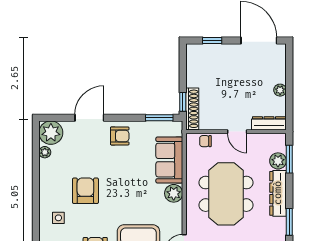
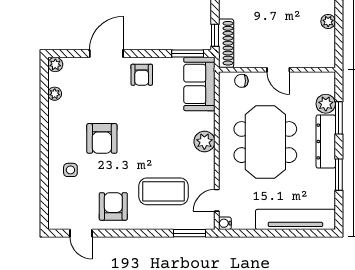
dresser: (269, 123) -> (315, 60), removed
plant: (51, 133) -> (55, 64), width x0.53, depth x0.53
armchair: (120, 136) -> (142, 75), turned 90
window: (289, 159) -> (339, 118), moved
sofa: (169, 160) -> (199, 84), moved
armchair: (85, 191) -> (102, 138), turned 180

